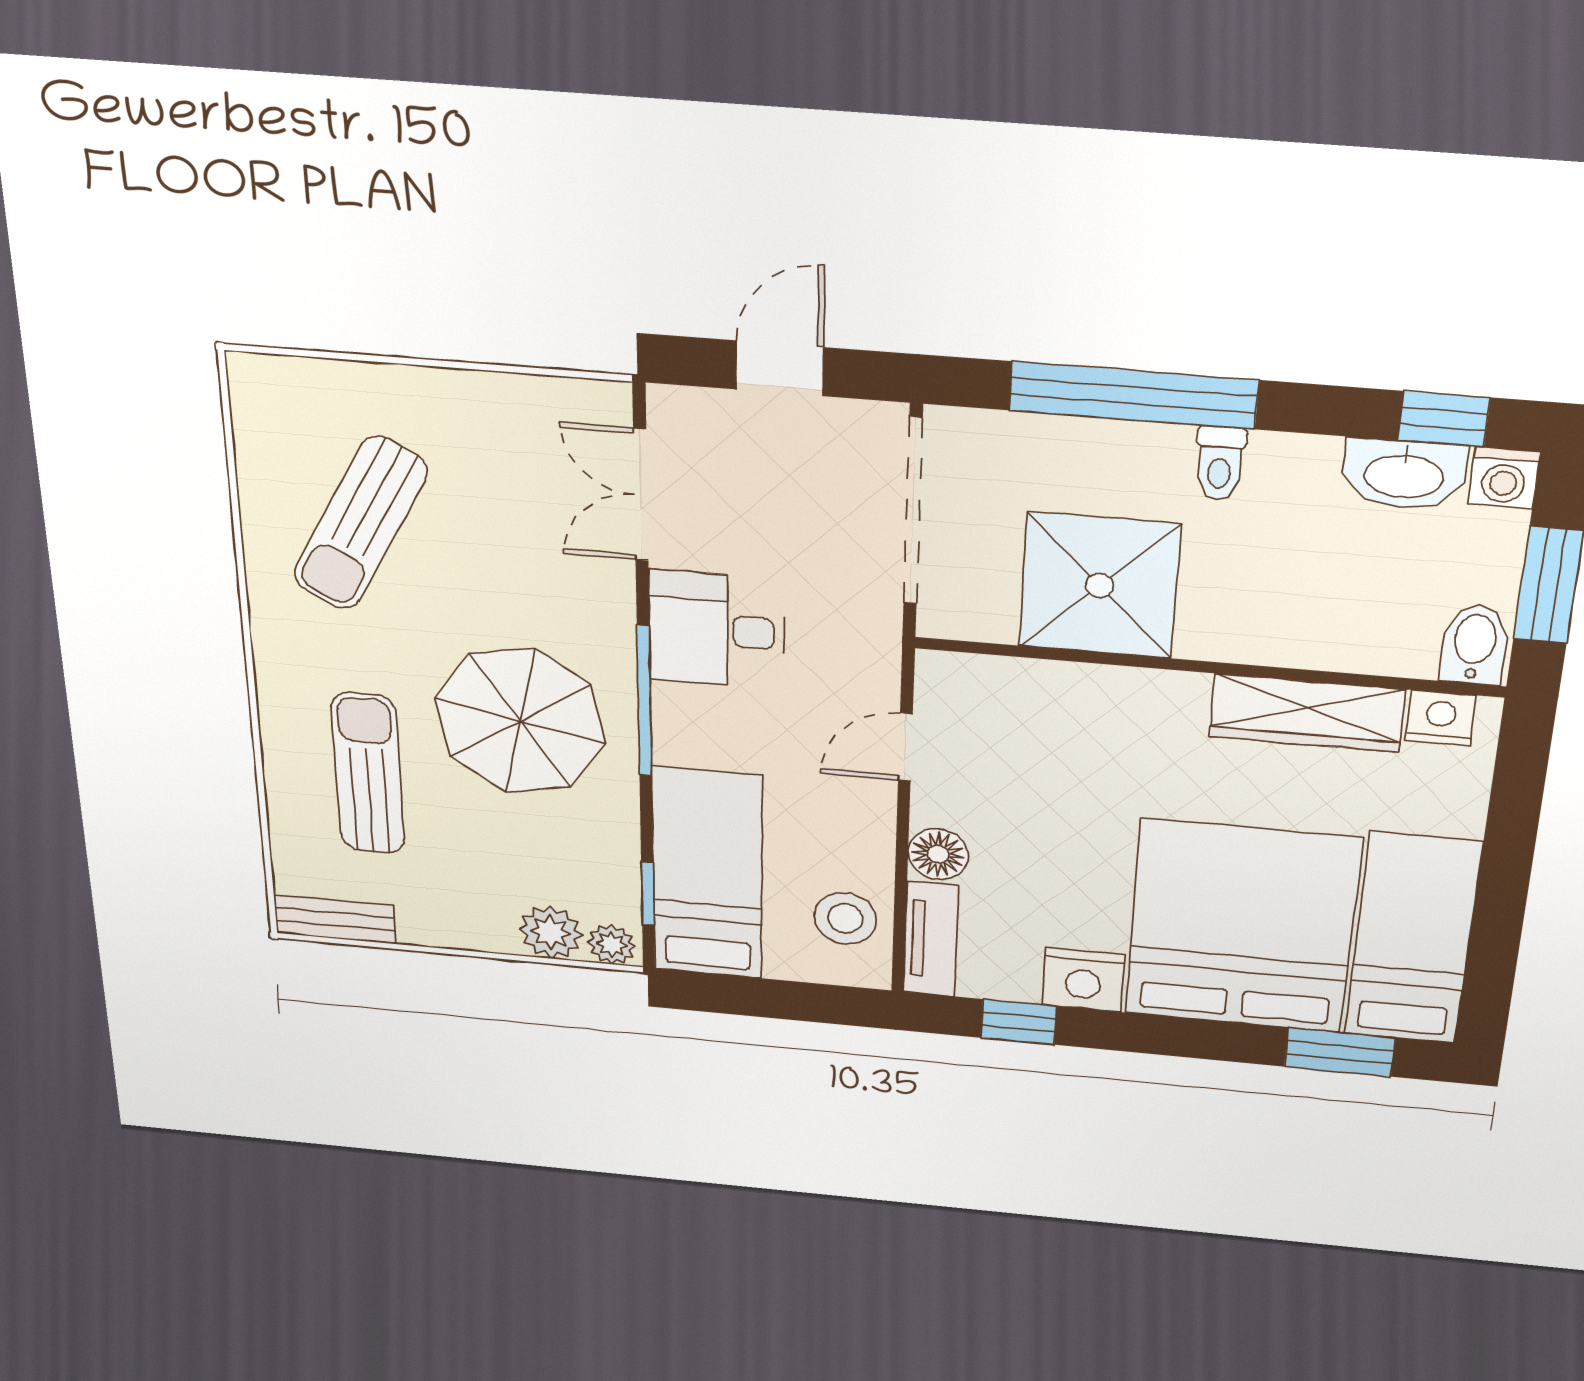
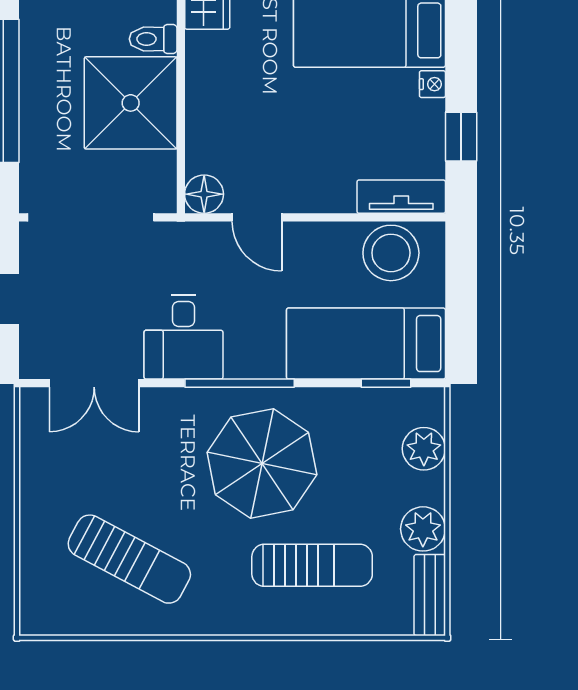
toilet: (1220, 463) -> (153, 39), moved, turned 180
sun lounger: (368, 774) -> (312, 565), turned 180
floor lamp: (938, 854) -> (204, 194), moved
stool: (845, 918) -> (391, 253), width x1.38, depth x1.38
plant: (612, 944) -> (423, 529), moved, width x1.38, depth x1.38
nightstand: (1083, 980) -> (432, 84), width x0.53, depth x0.56

